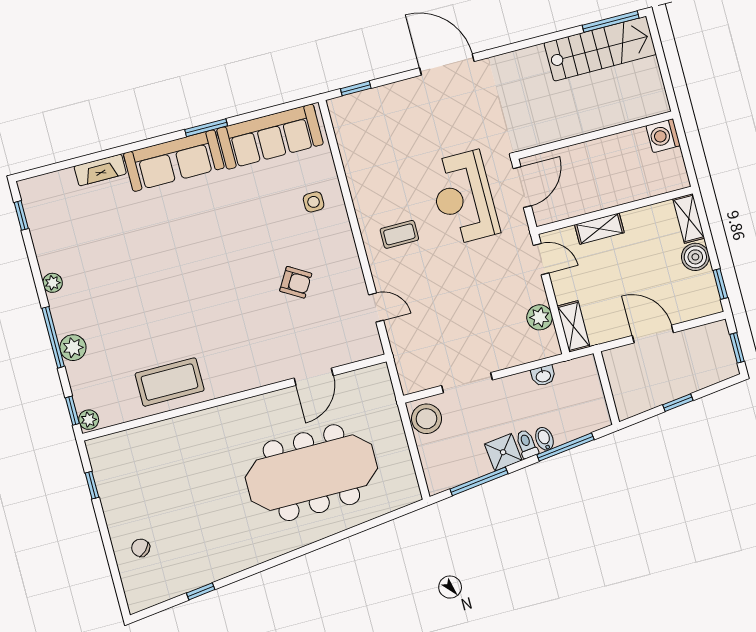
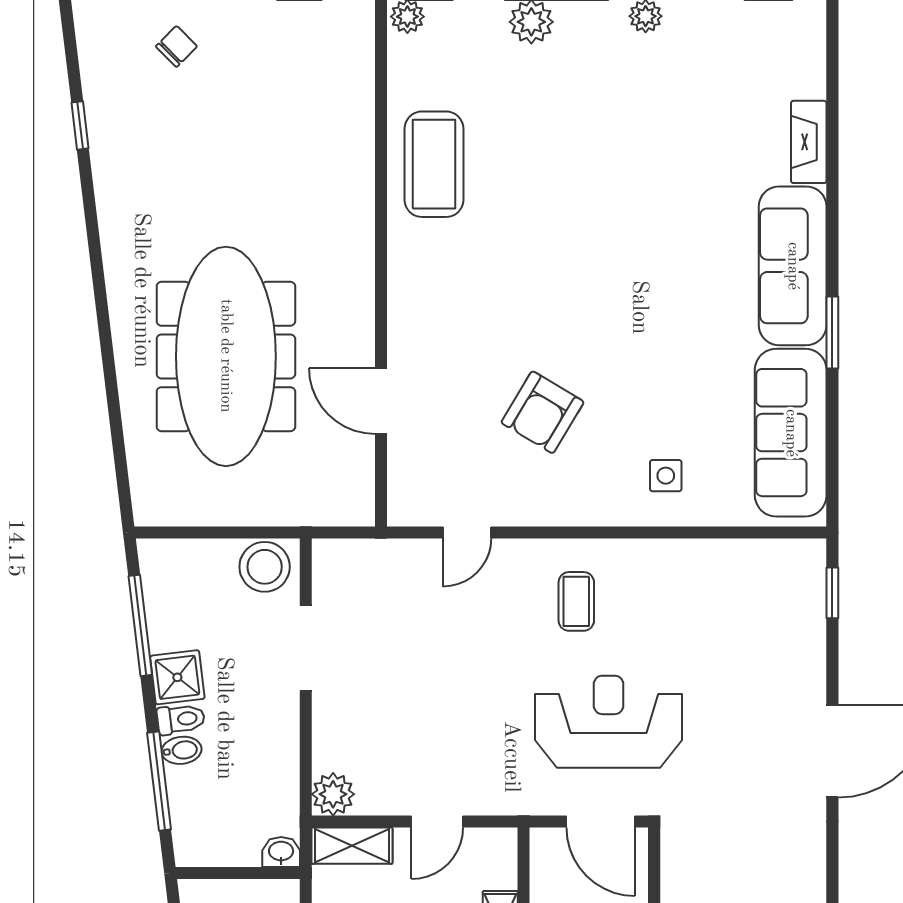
door: (541, 259) -> (437, 822), moved
armchair: (296, 282) -> (543, 412), width x1.38, depth x1.38
plant: (540, 317) -> (333, 794), moved
washbasin: (543, 376) -> (281, 852), moved, turned 90

